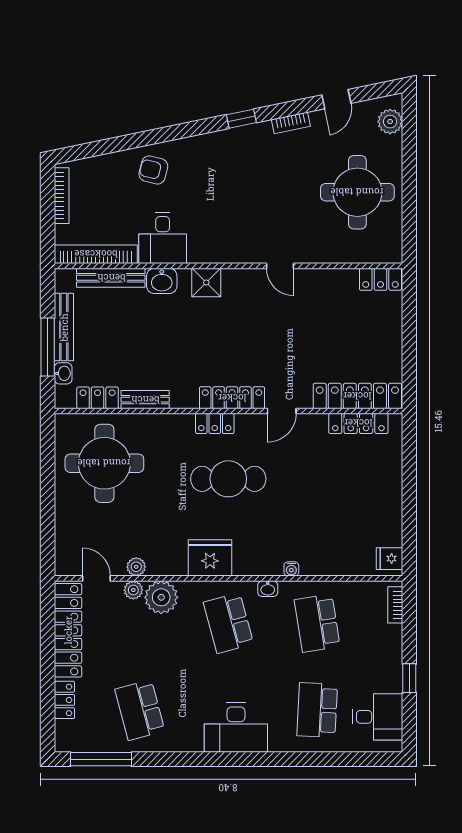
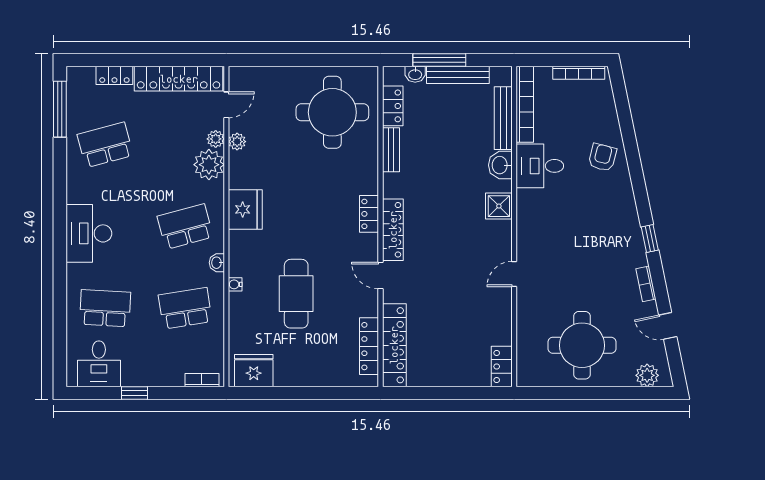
cafe table: (228, 479) -> (296, 294), moved
fridge: (389, 559) -> (254, 371), width x1.88, depth x1.34

